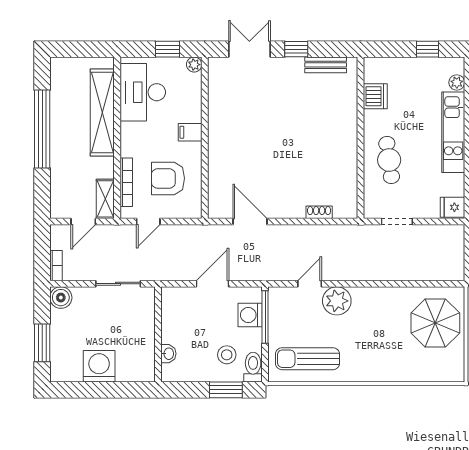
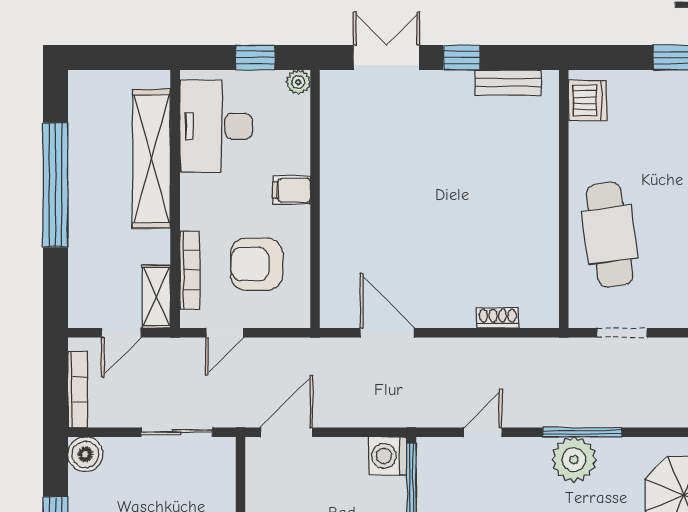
dishwasher: (375, 96) -> (587, 100), moved
cafe table: (389, 160) -> (610, 235), width x1.37, depth x1.35
bookcase: (56, 266) -> (78, 389), width x1.56
door: (212, 284) -> (286, 432), moved
window: (372, 284) -> (582, 432), added
plant: (337, 301) -> (574, 460), moved
washing machine: (250, 315) -> (388, 456), moved

